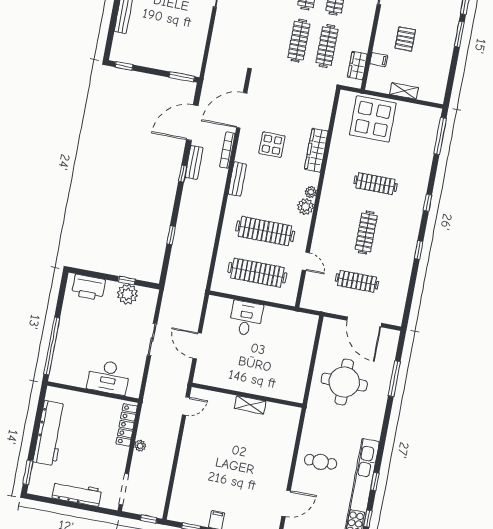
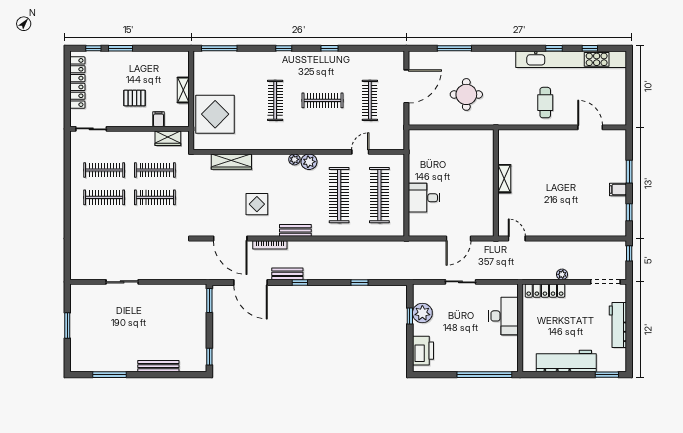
wardrobe: (316, 150) -> (231, 162), moved
round table: (344, 382) -> (466, 94), width x0.73, depth x0.73

